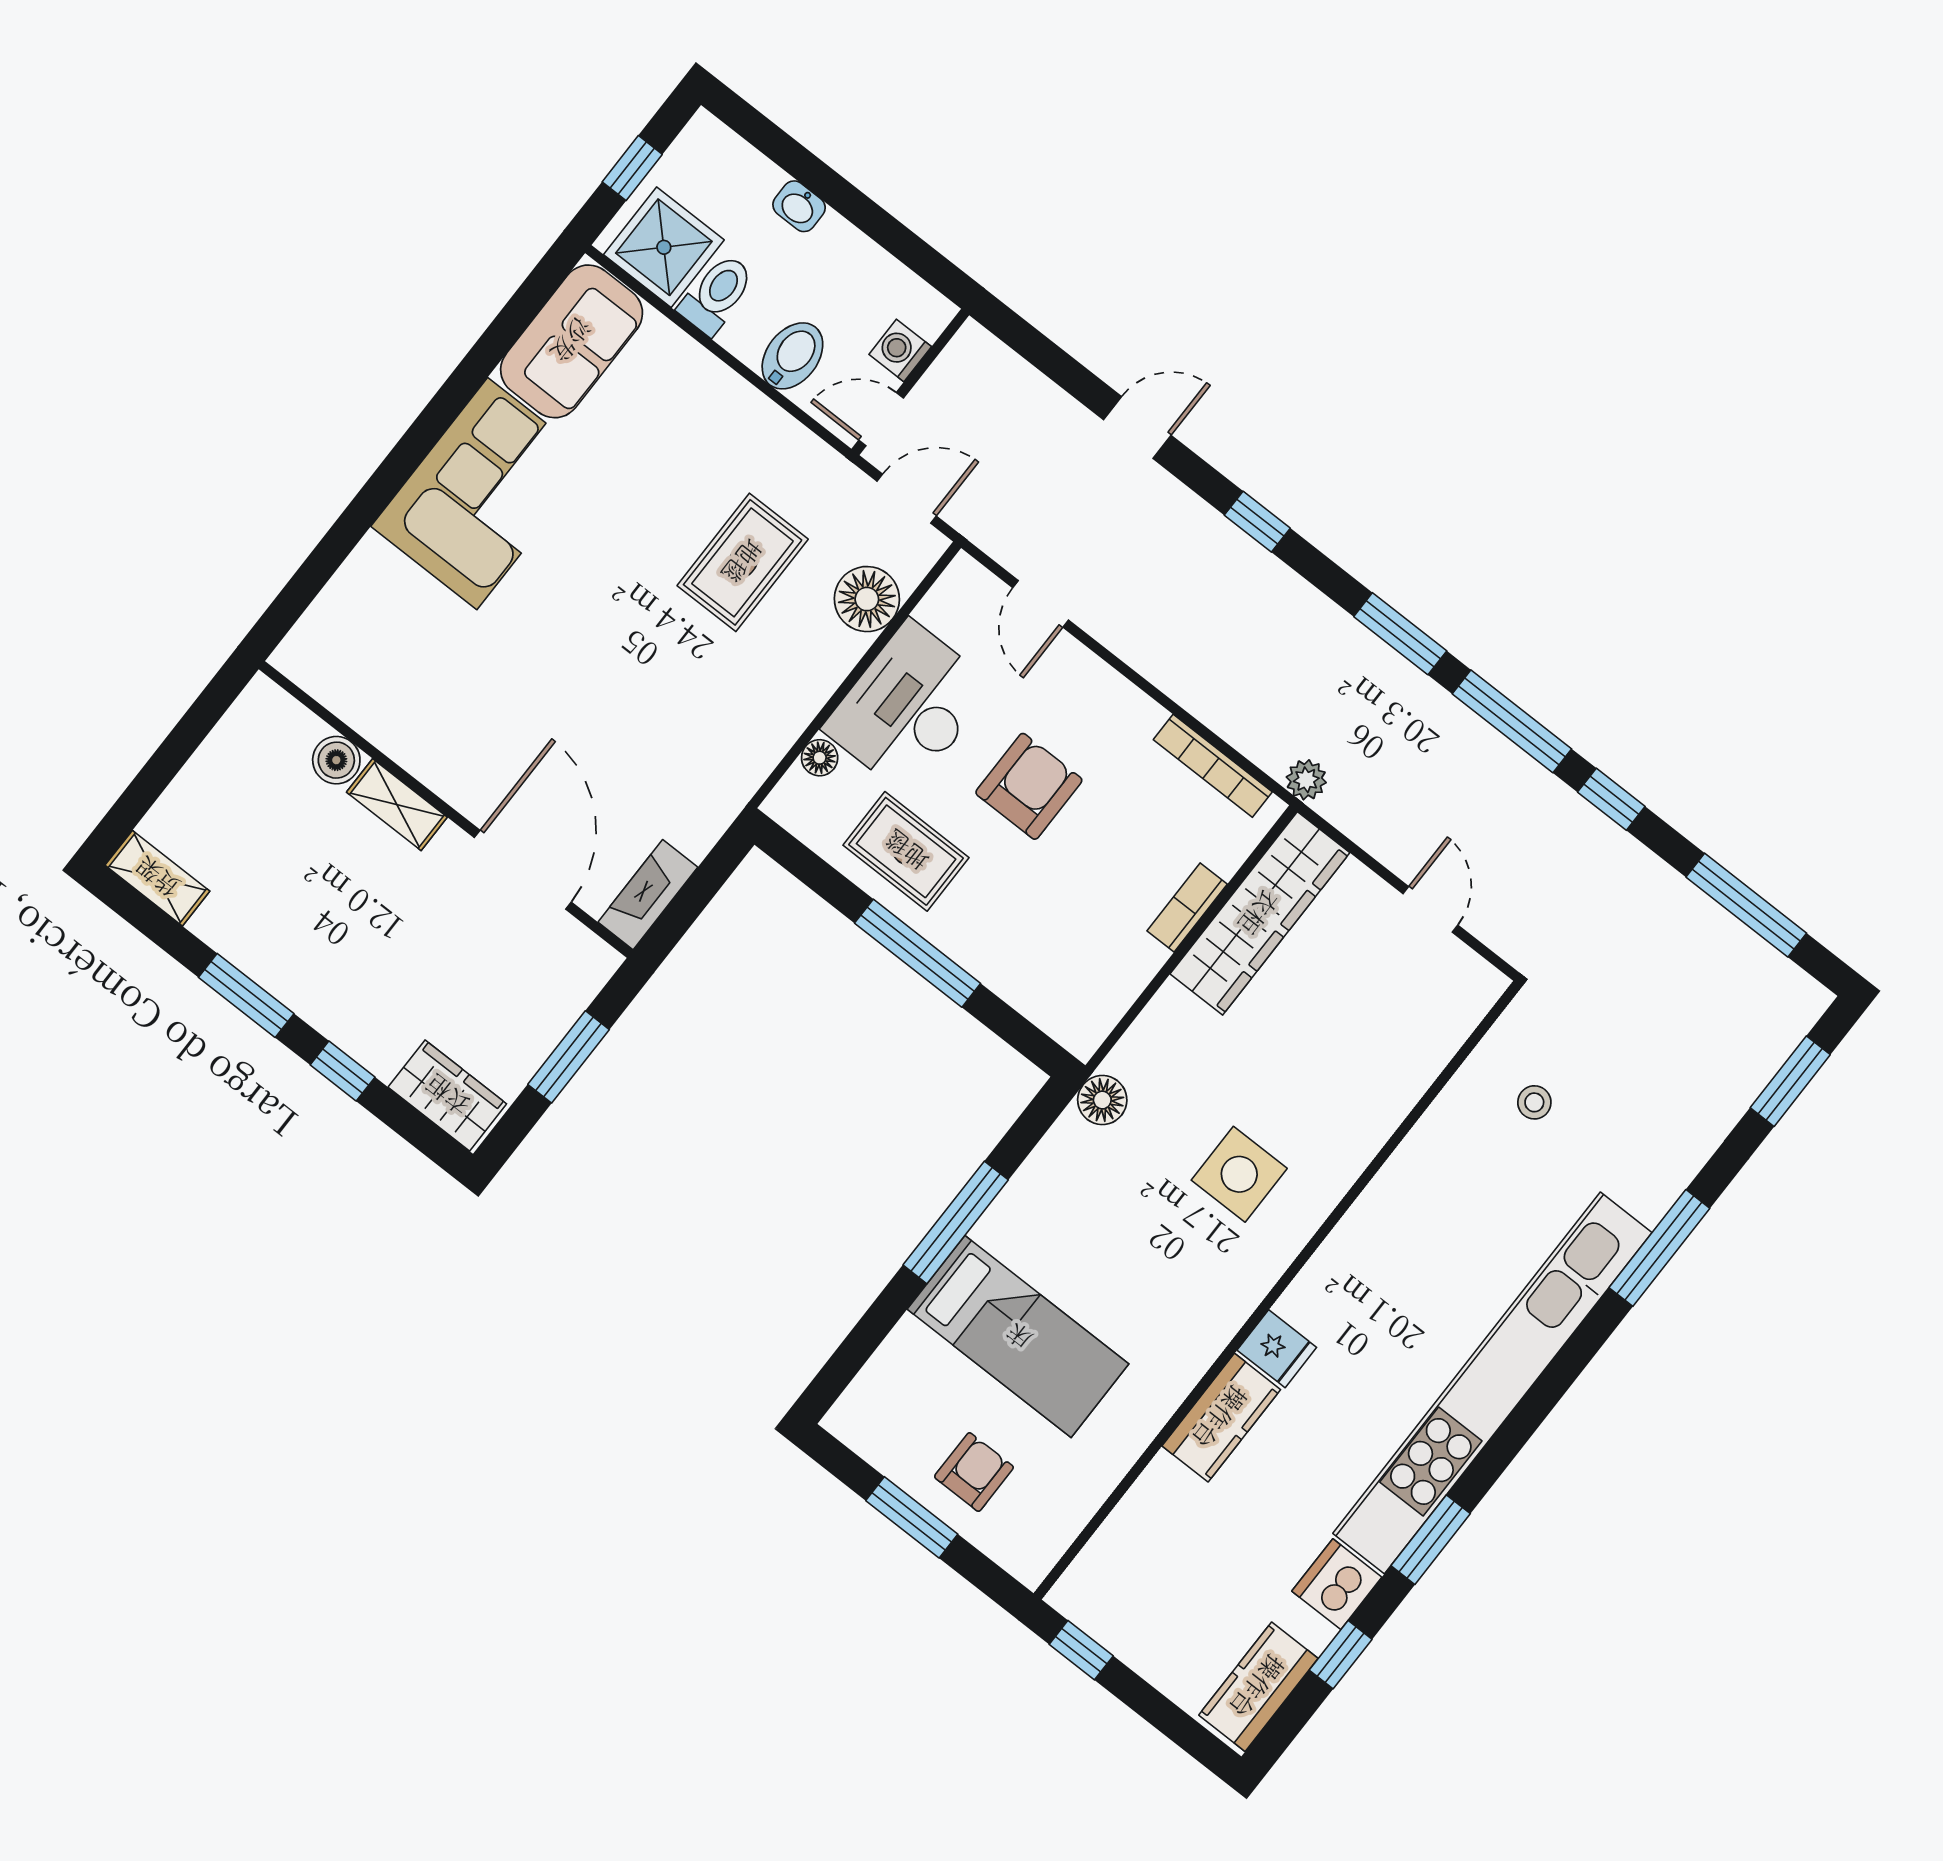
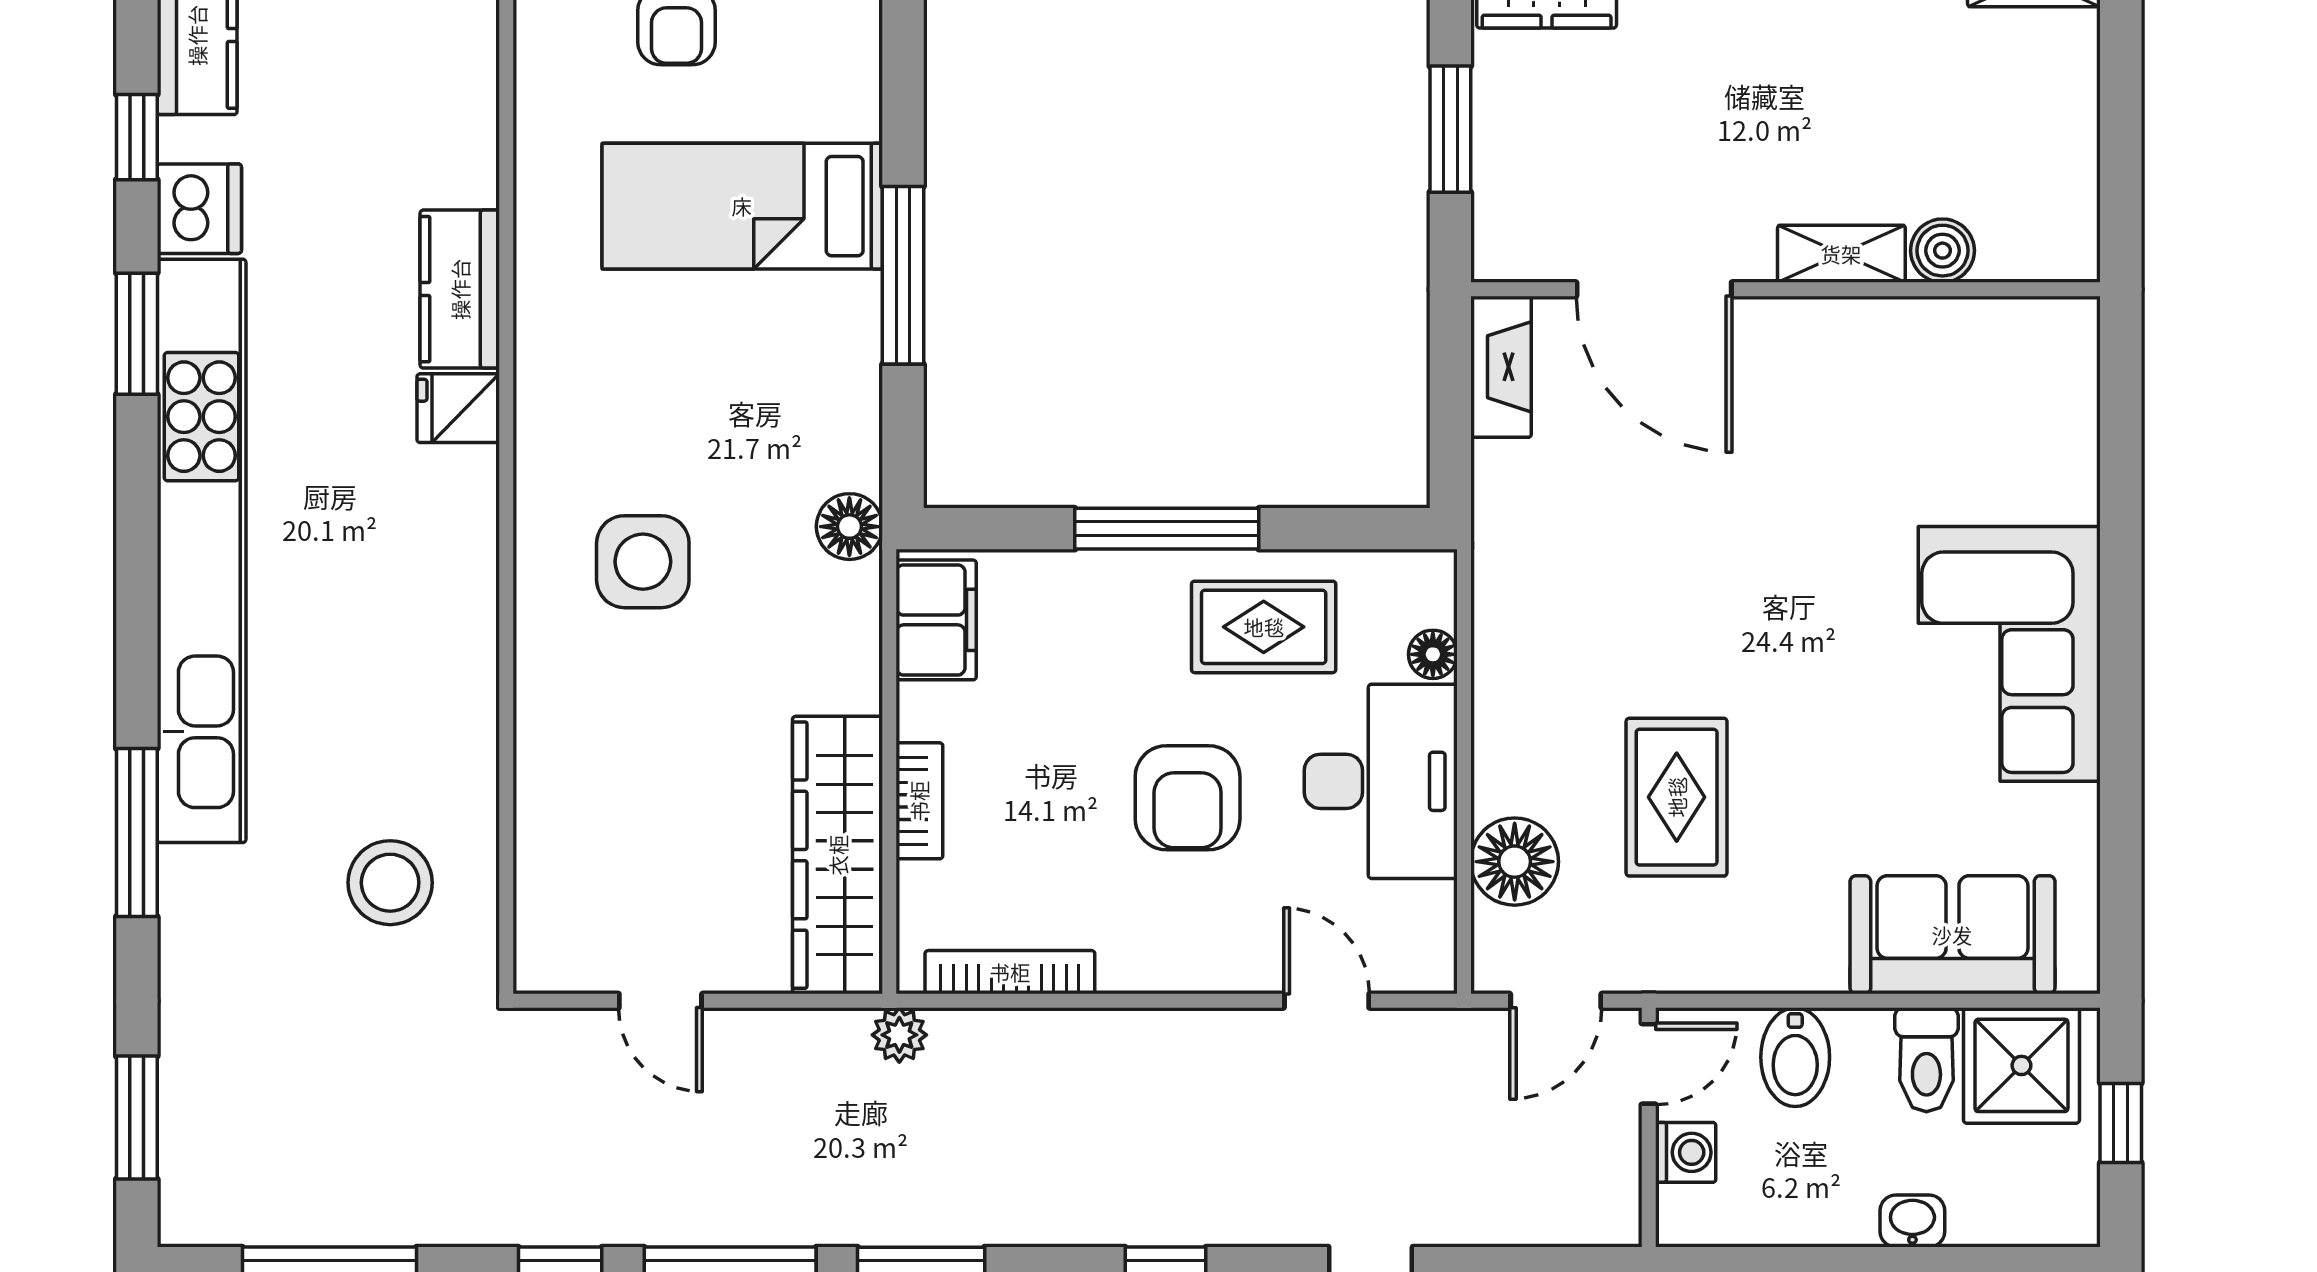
sofa: (572, 341) -> (1952, 935), moved, turned 90
filing cabinet: (1094, 1006) -> (936, 620), added
stool: (1534, 1102) -> (390, 883), width x1.89, depth x1.89

